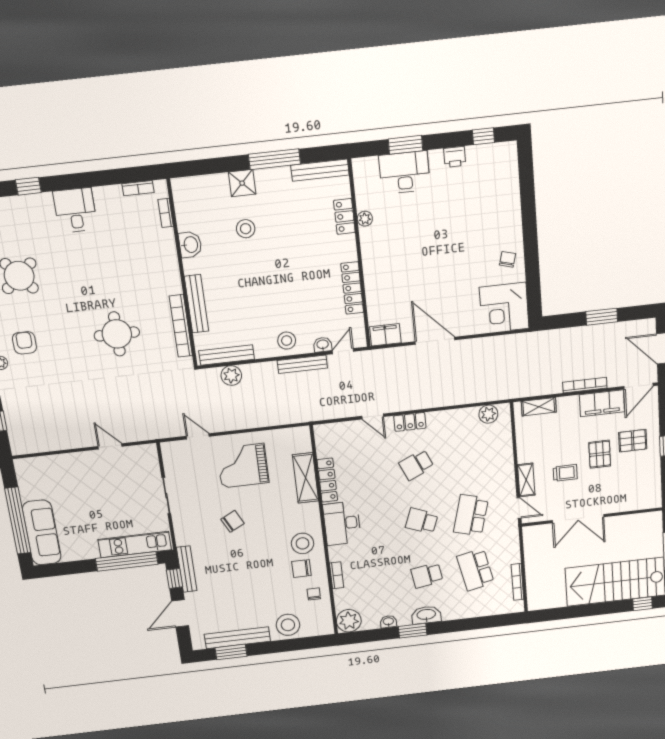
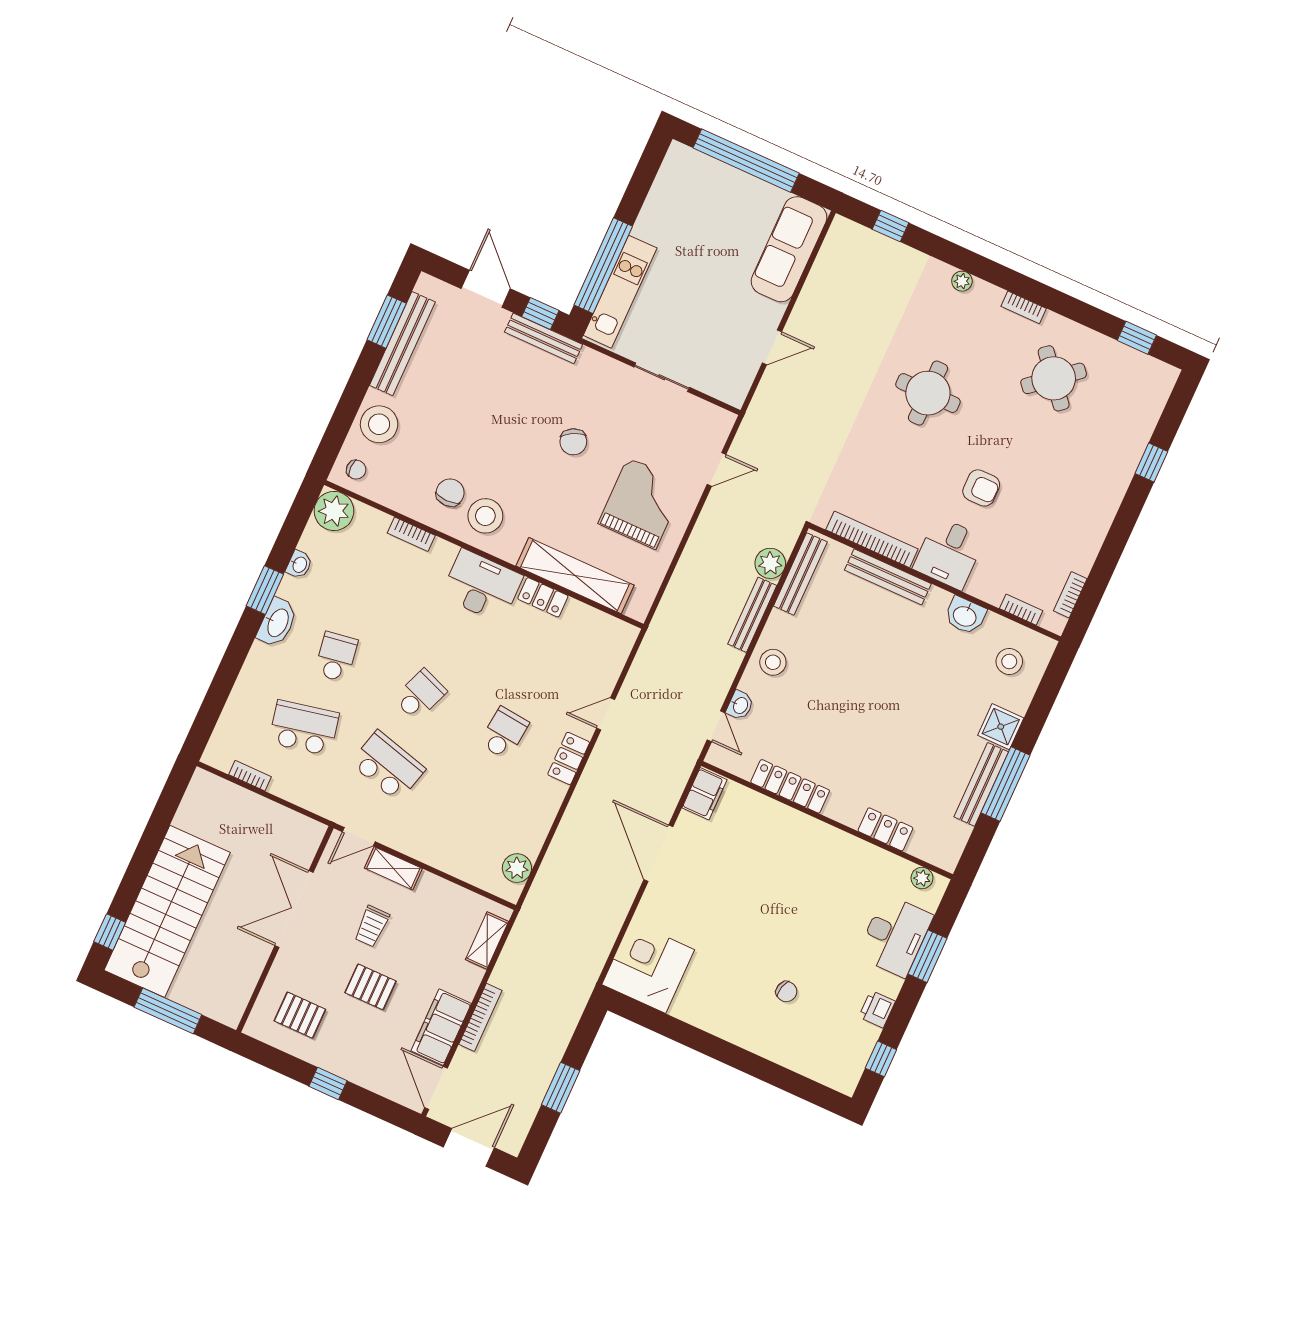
bench: (320, 170) -> (981, 784), moved
desk: (75, 210) -> (949, 553), moved, turned 90
plant: (365, 219) -> (922, 878), moved
stool: (246, 229) -> (1009, 661), moved
chair: (508, 259) -> (786, 992), moved
round table: (117, 334) -> (928, 393), moved
door: (435, 341) -> (658, 853), swing flipped
armchair: (24, 343) -> (981, 488), moved
bench: (302, 364) -> (752, 615), moved
pallet: (633, 441) -> (300, 1015), moved, turned 90
school desk: (416, 465) -> (504, 733), turned 30
shelving: (306, 478) -> (575, 576), width x1.47
locker: (327, 480) -> (543, 597), width x0.66
sofa: (42, 533) -> (789, 249), moved, turned 90
bookcase: (517, 582) -> (250, 776), width x0.64
chair: (314, 594) -> (356, 470), moved

